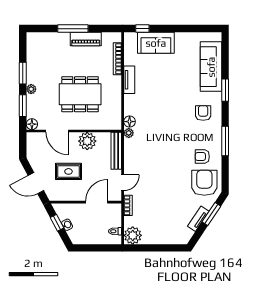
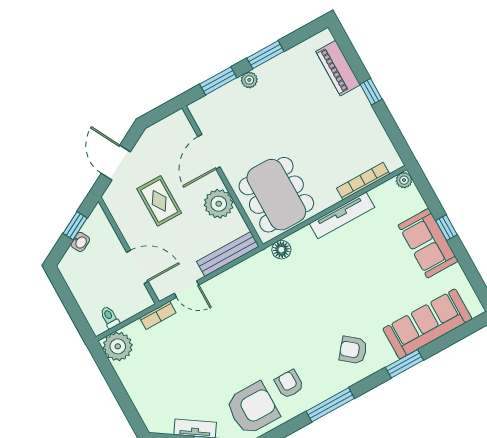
window: (73, 29) -> (371, 92), width x0.46
window: (142, 29) -> (446, 228), moved
piano: (86, 39) -> (338, 68), moved
sofa: (156, 43) -> (428, 243), moved
tv unit: (129, 80) -> (342, 215), width x1.41
dining table: (80, 94) -> (276, 195), moved
armchair: (203, 113) -> (353, 350), turned -141
floor lamp: (32, 124) -> (198, 109), removed
plant: (129, 133) -> (404, 180), moved

